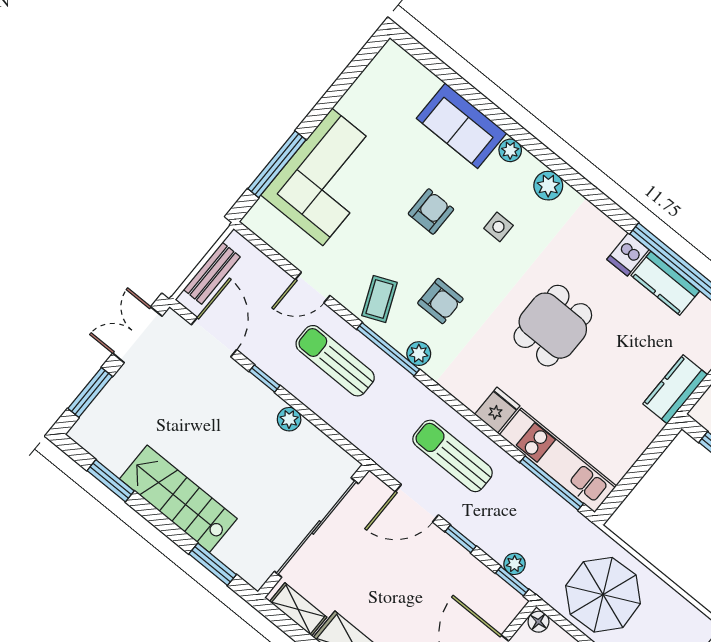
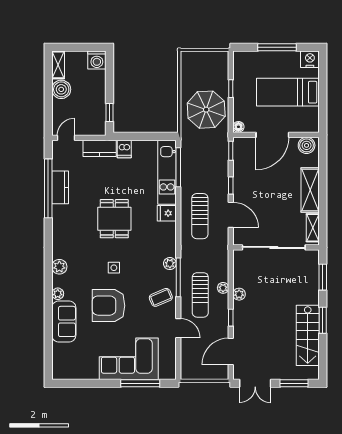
armchair: (431, 212) -> (109, 306), width x1.88, depth x1.88
side table: (498, 227) -> (114, 268), moved
dishwasher: (628, 254) -> (124, 149), moved, turned 90
bench: (212, 273) -> (206, 374), removed
armchair: (440, 301) -> (141, 272), removed
dining table: (553, 326) -> (114, 219), turned 90
window: (111, 481) -> (323, 320), moved
stairs: (178, 499) -> (308, 335), moved
plant: (514, 564) -> (223, 288), moved

